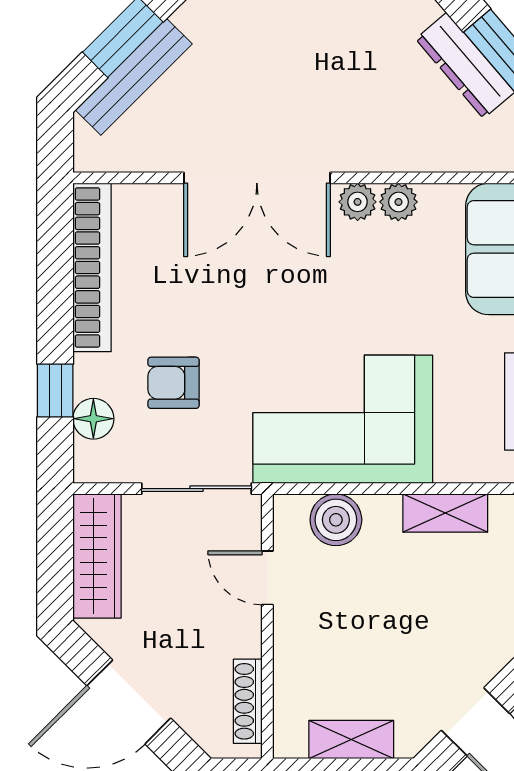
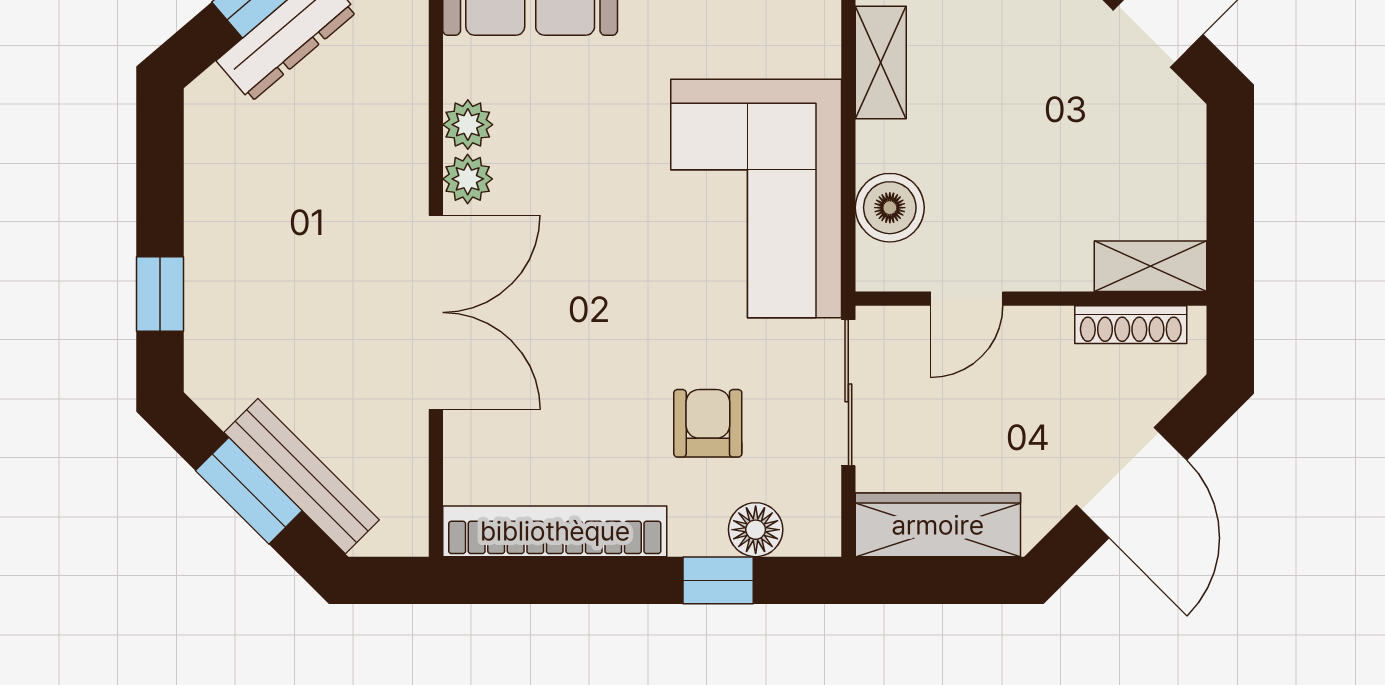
armchair: (173, 383) -> (708, 423), turned 180
shelving: (351, 739) -> (1150, 266), moved, turned 90

